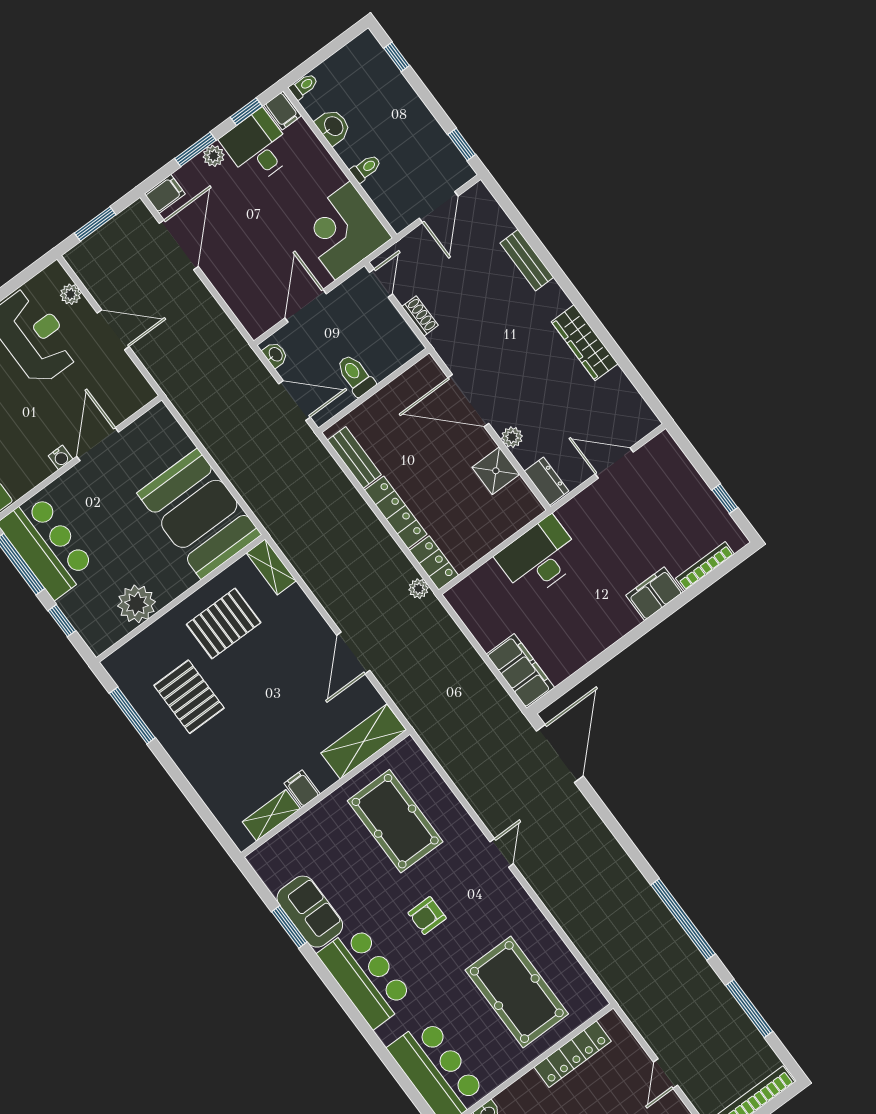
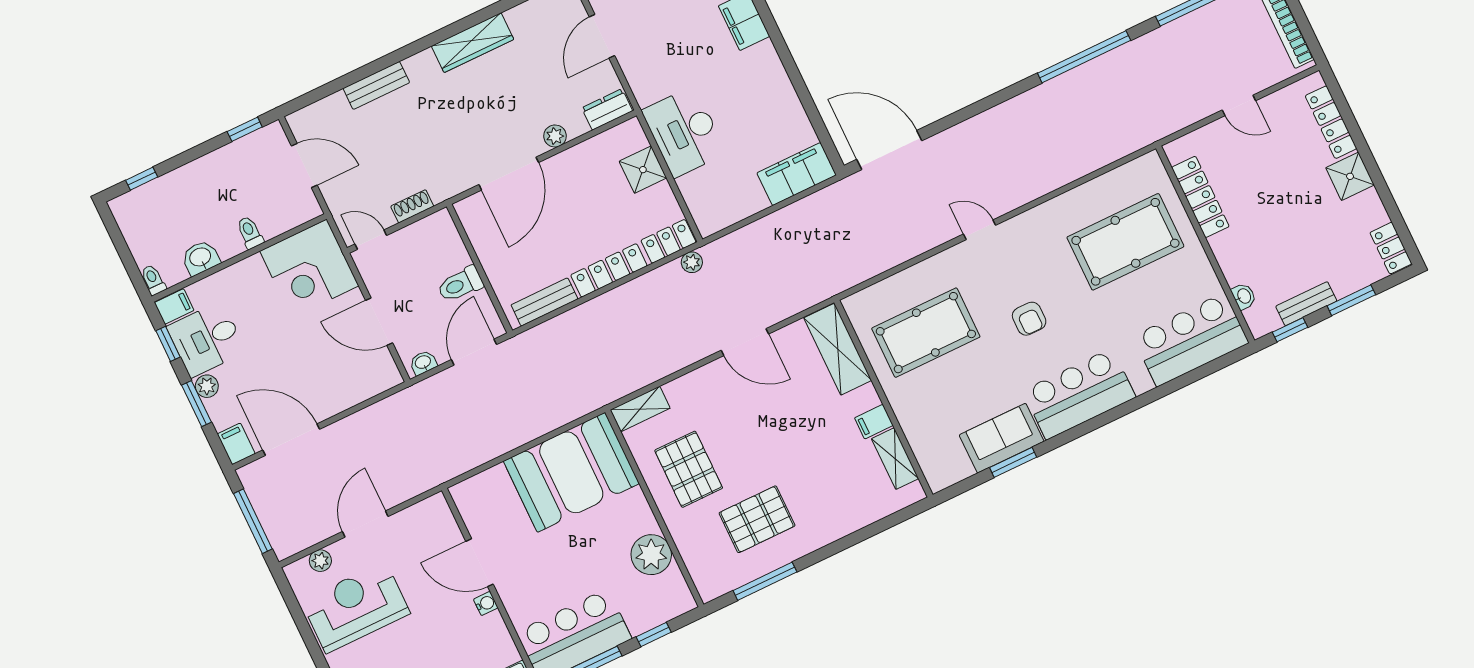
window: (95, 224) -> (253, 521), width x1.44
shower: (496, 471) -> (643, 170), moved

